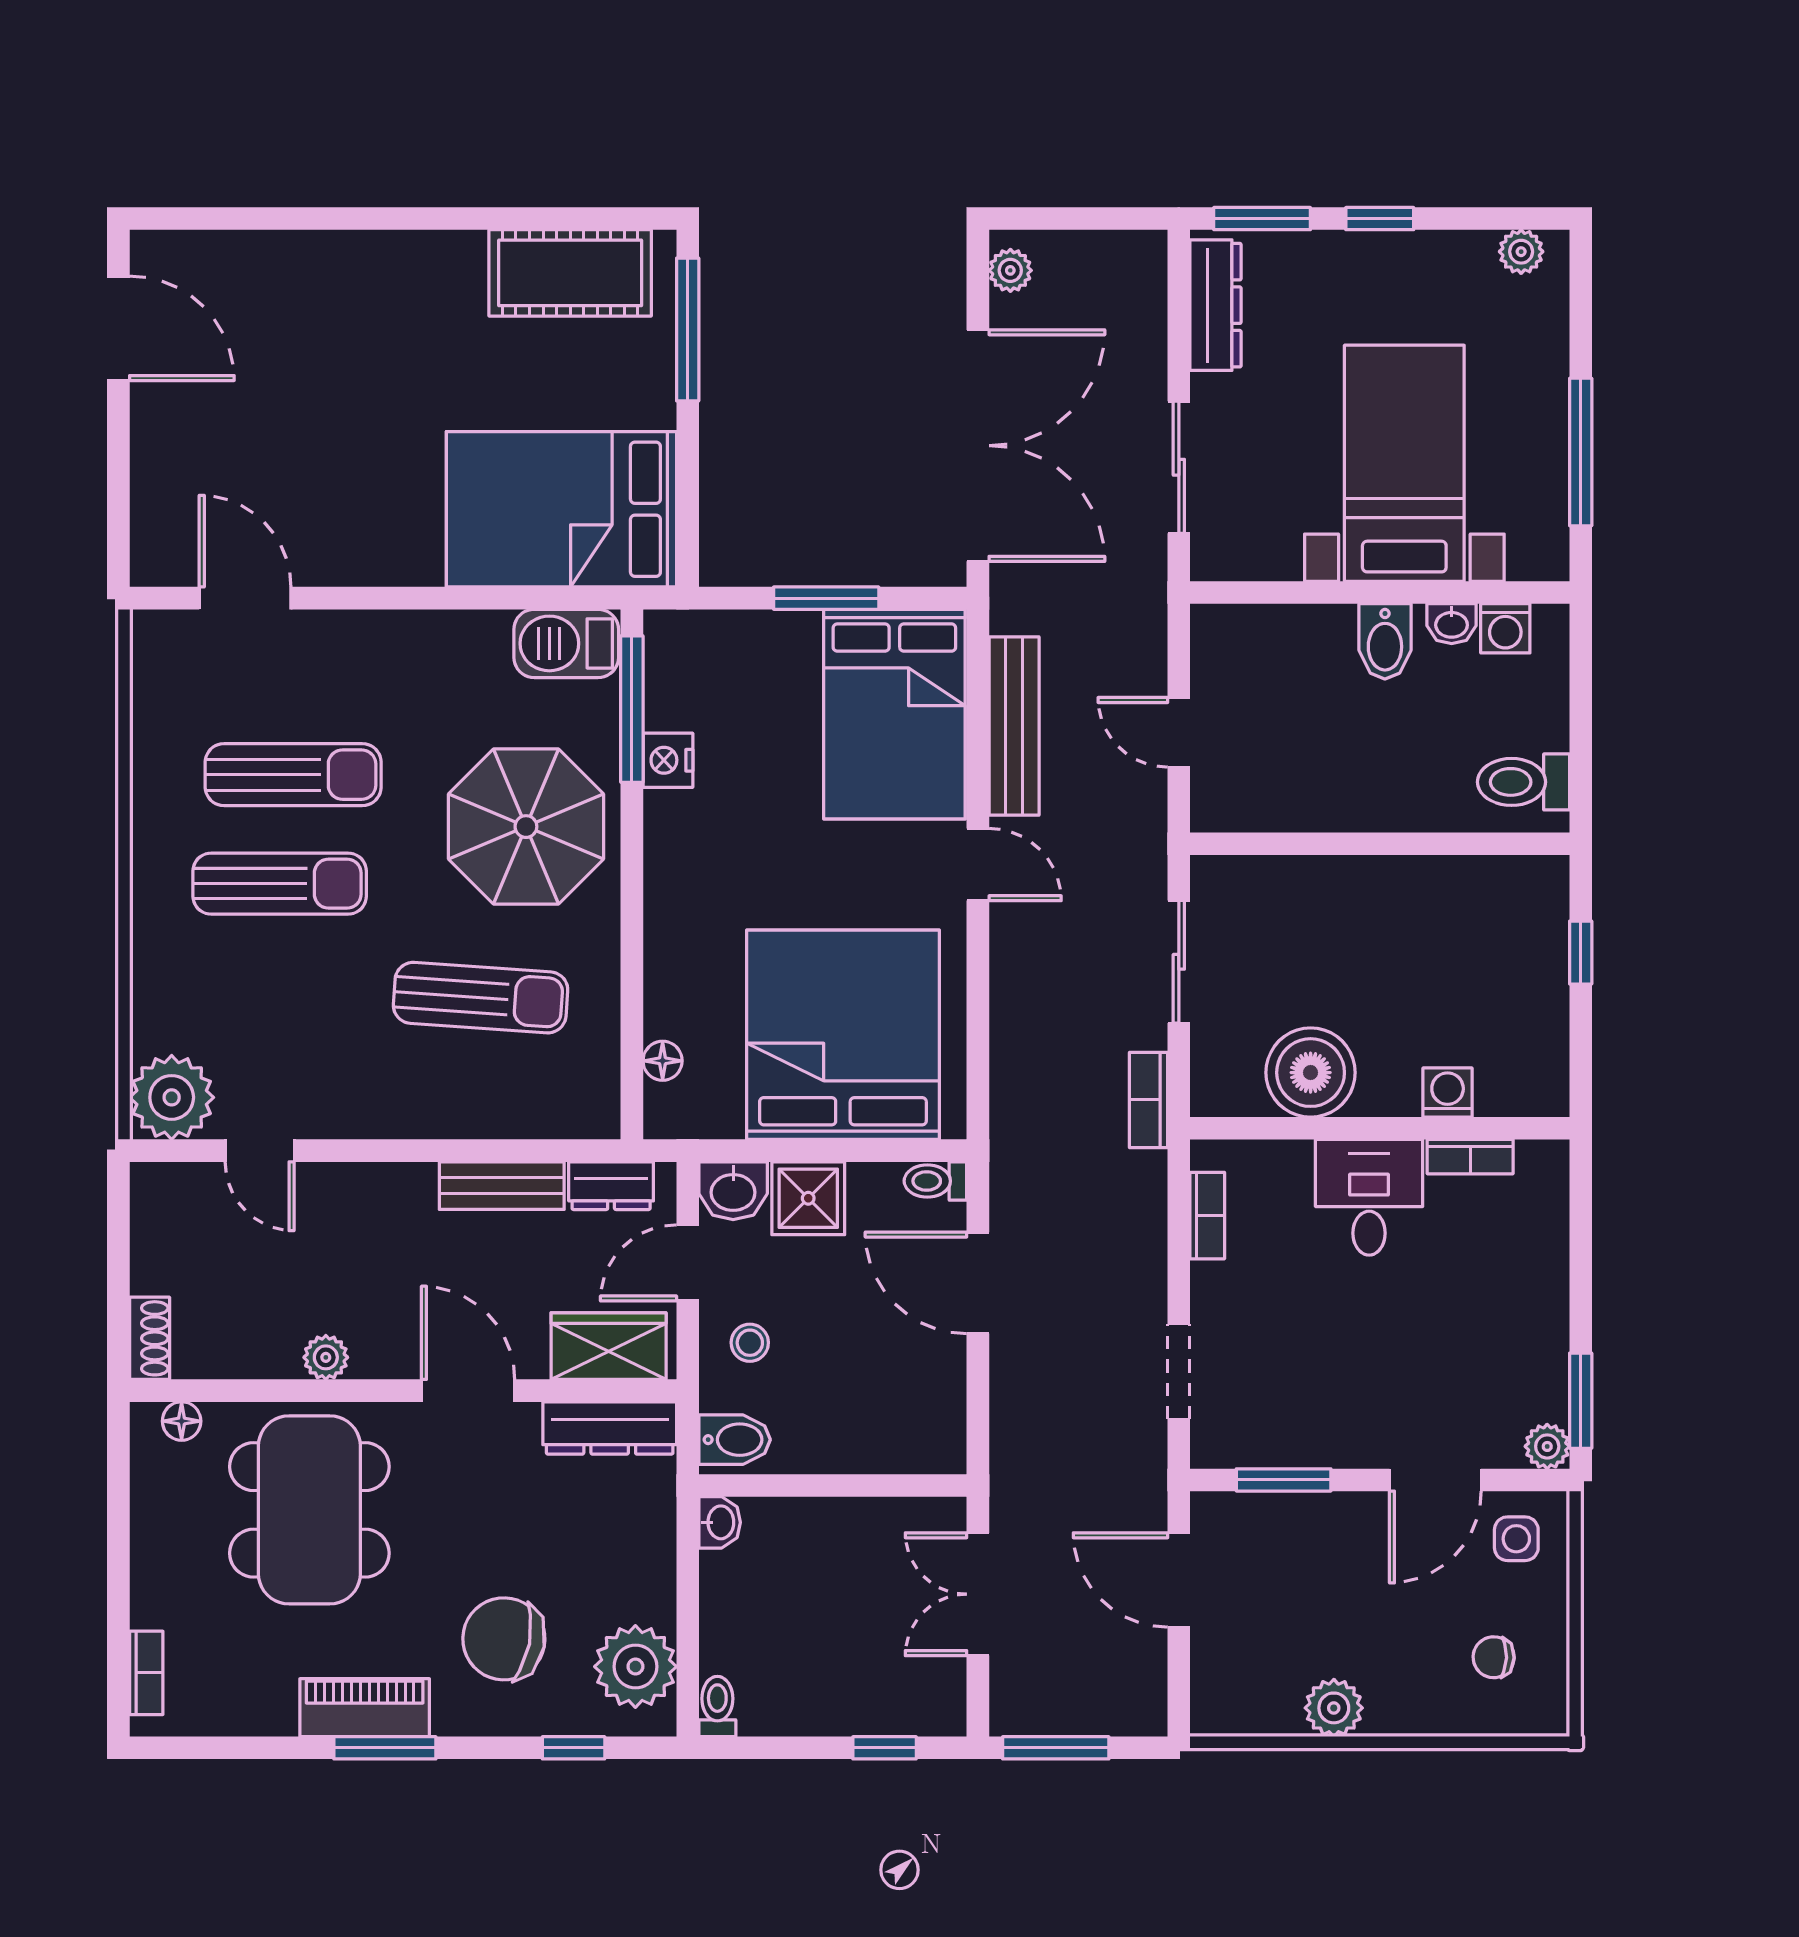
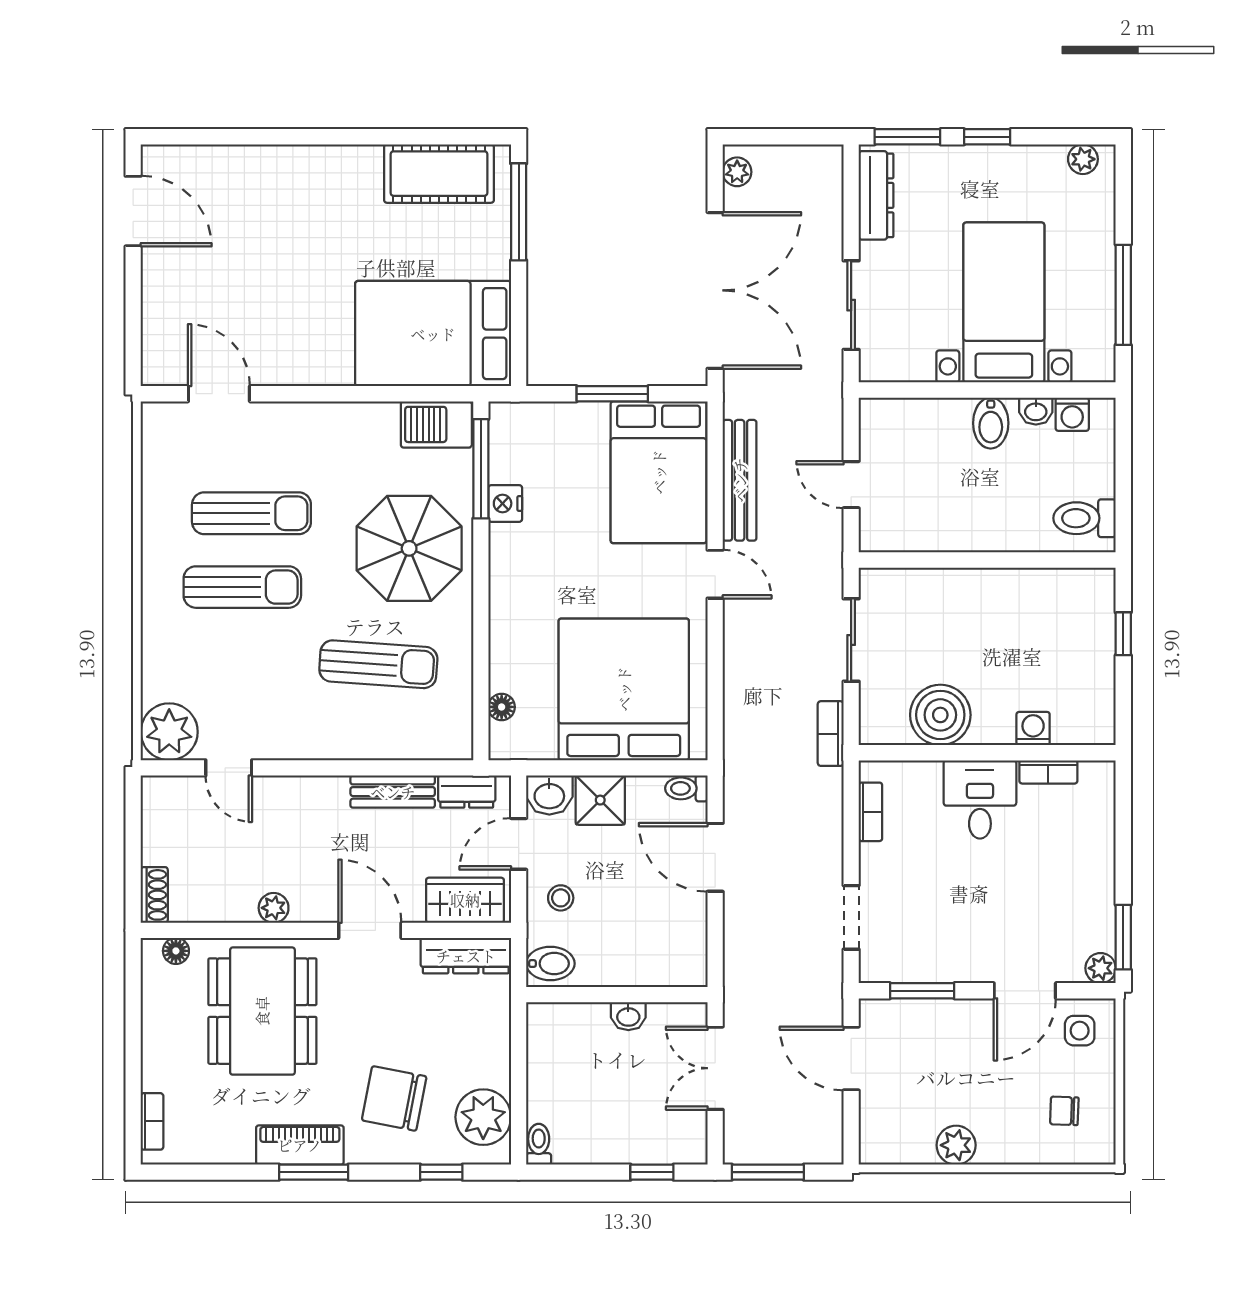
washbasin: (720, 1522) -> (628, 1016), moved, turned 90

